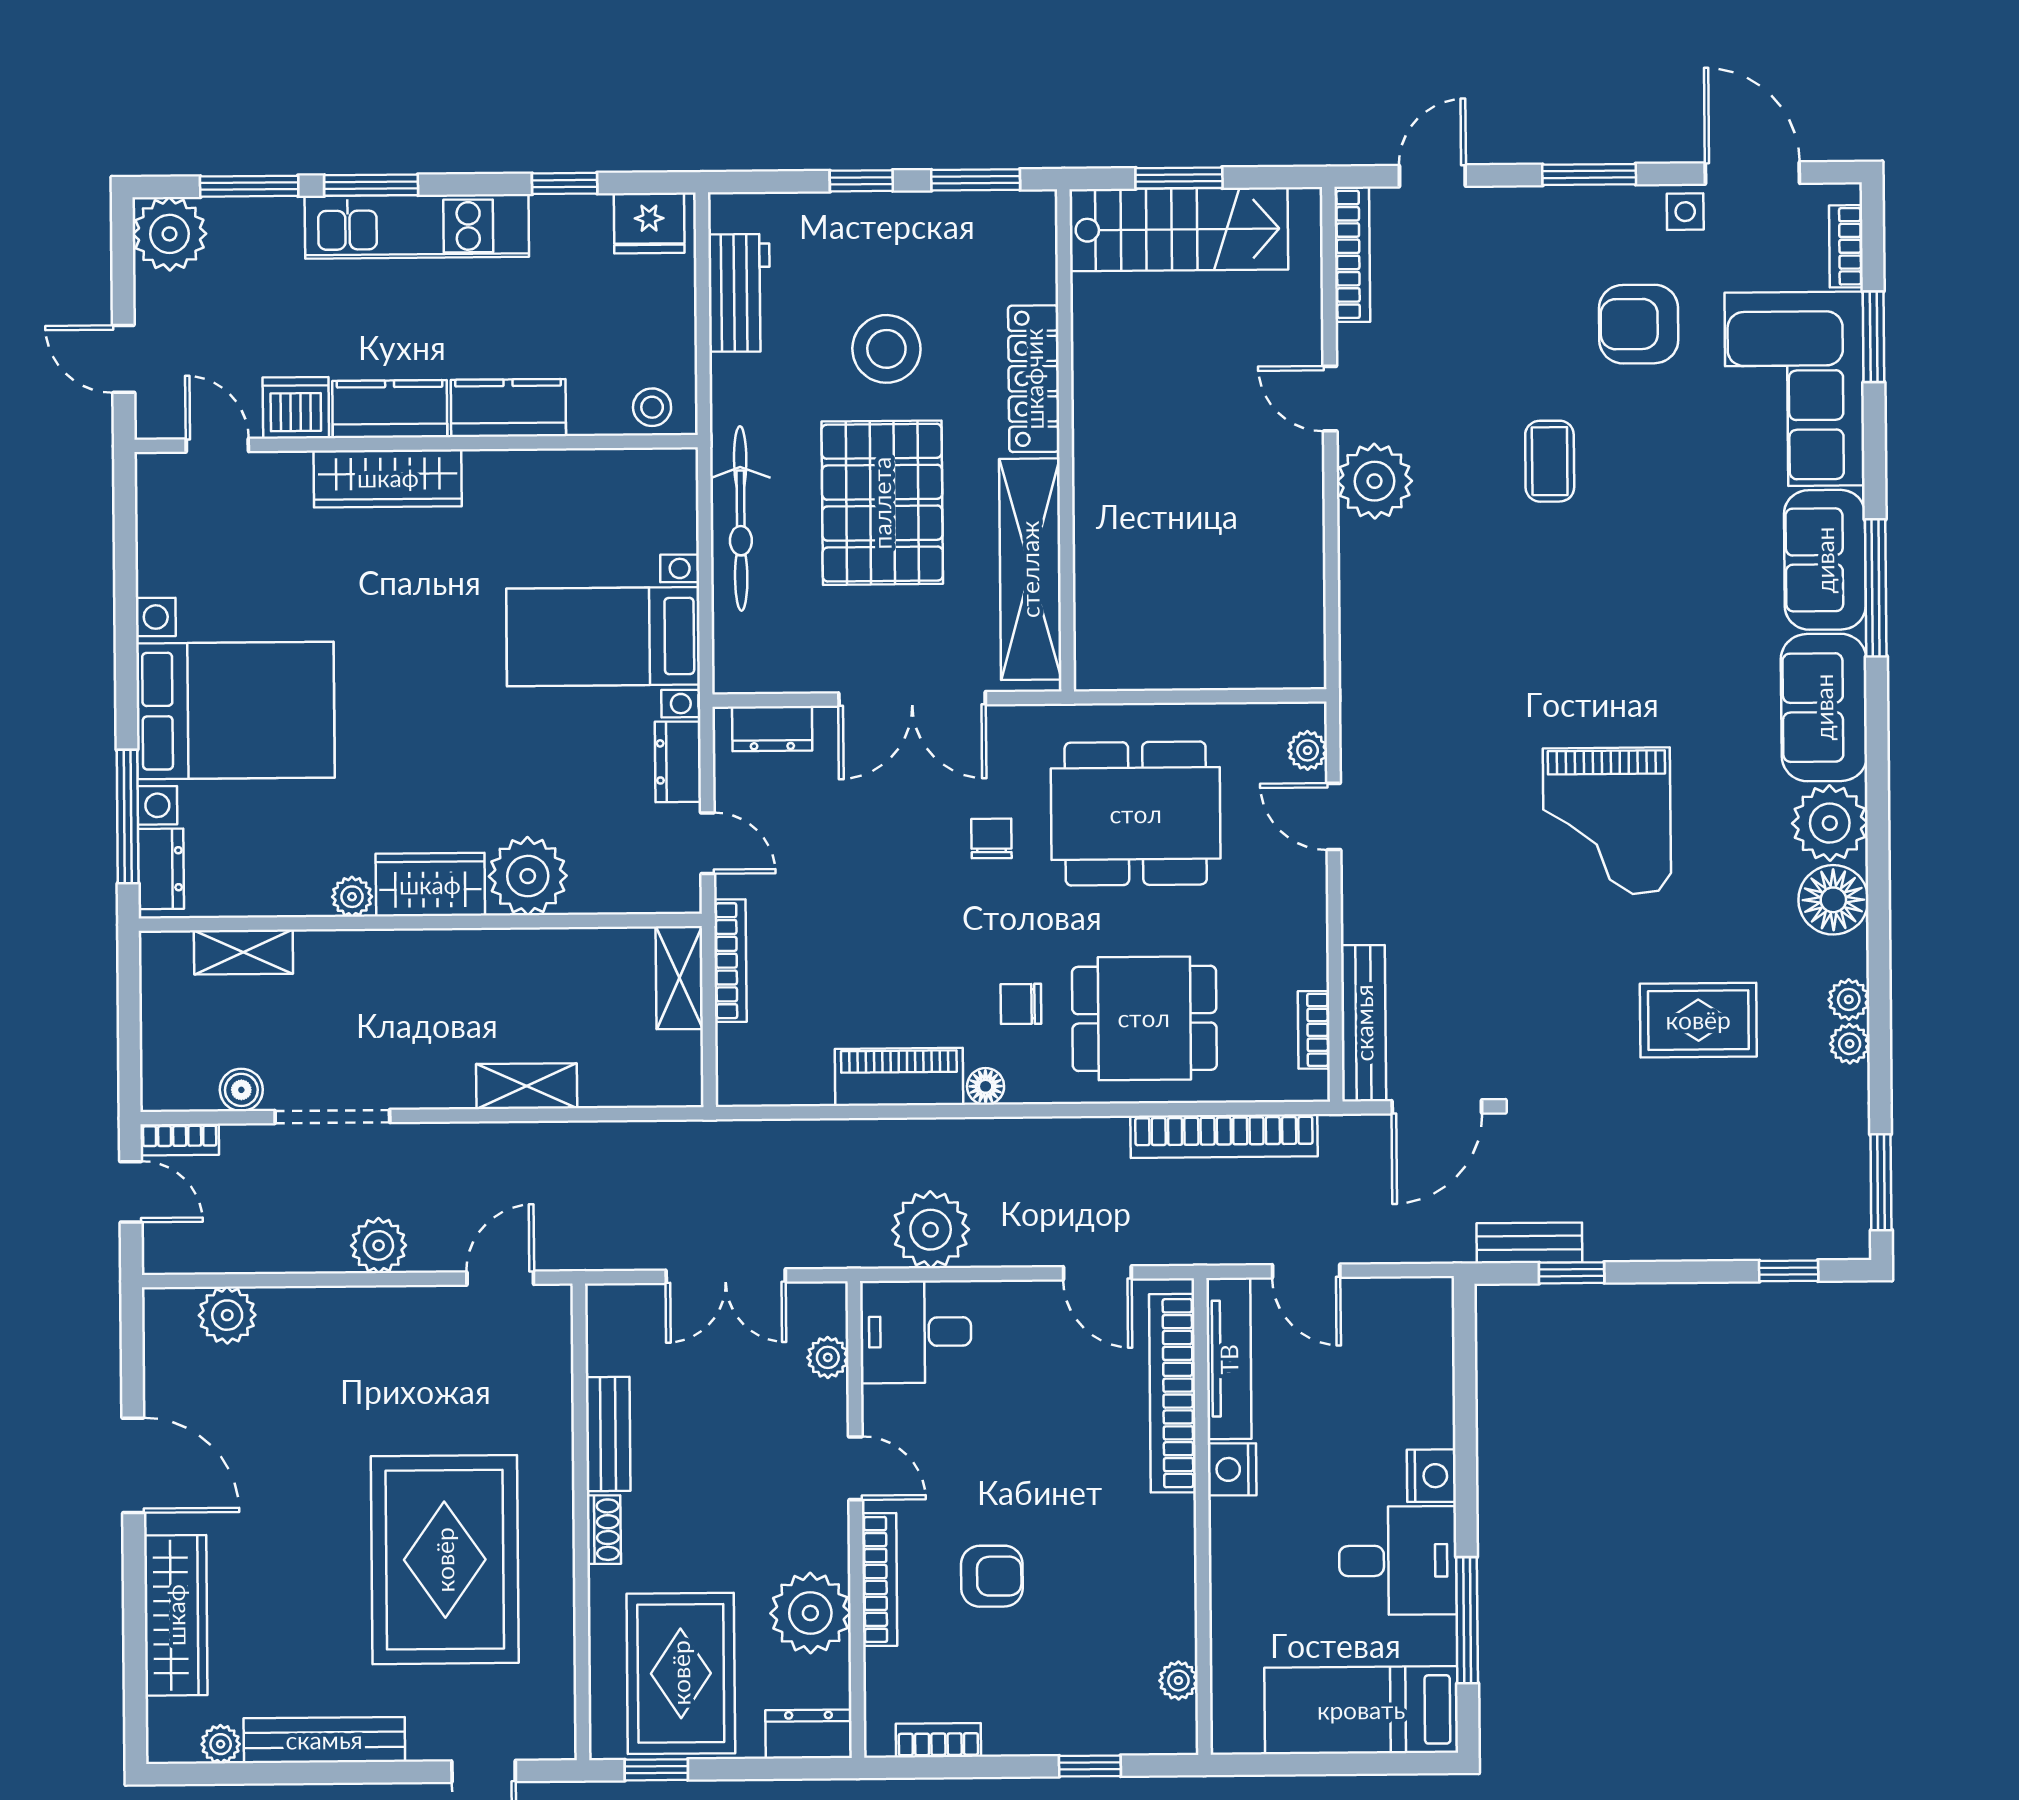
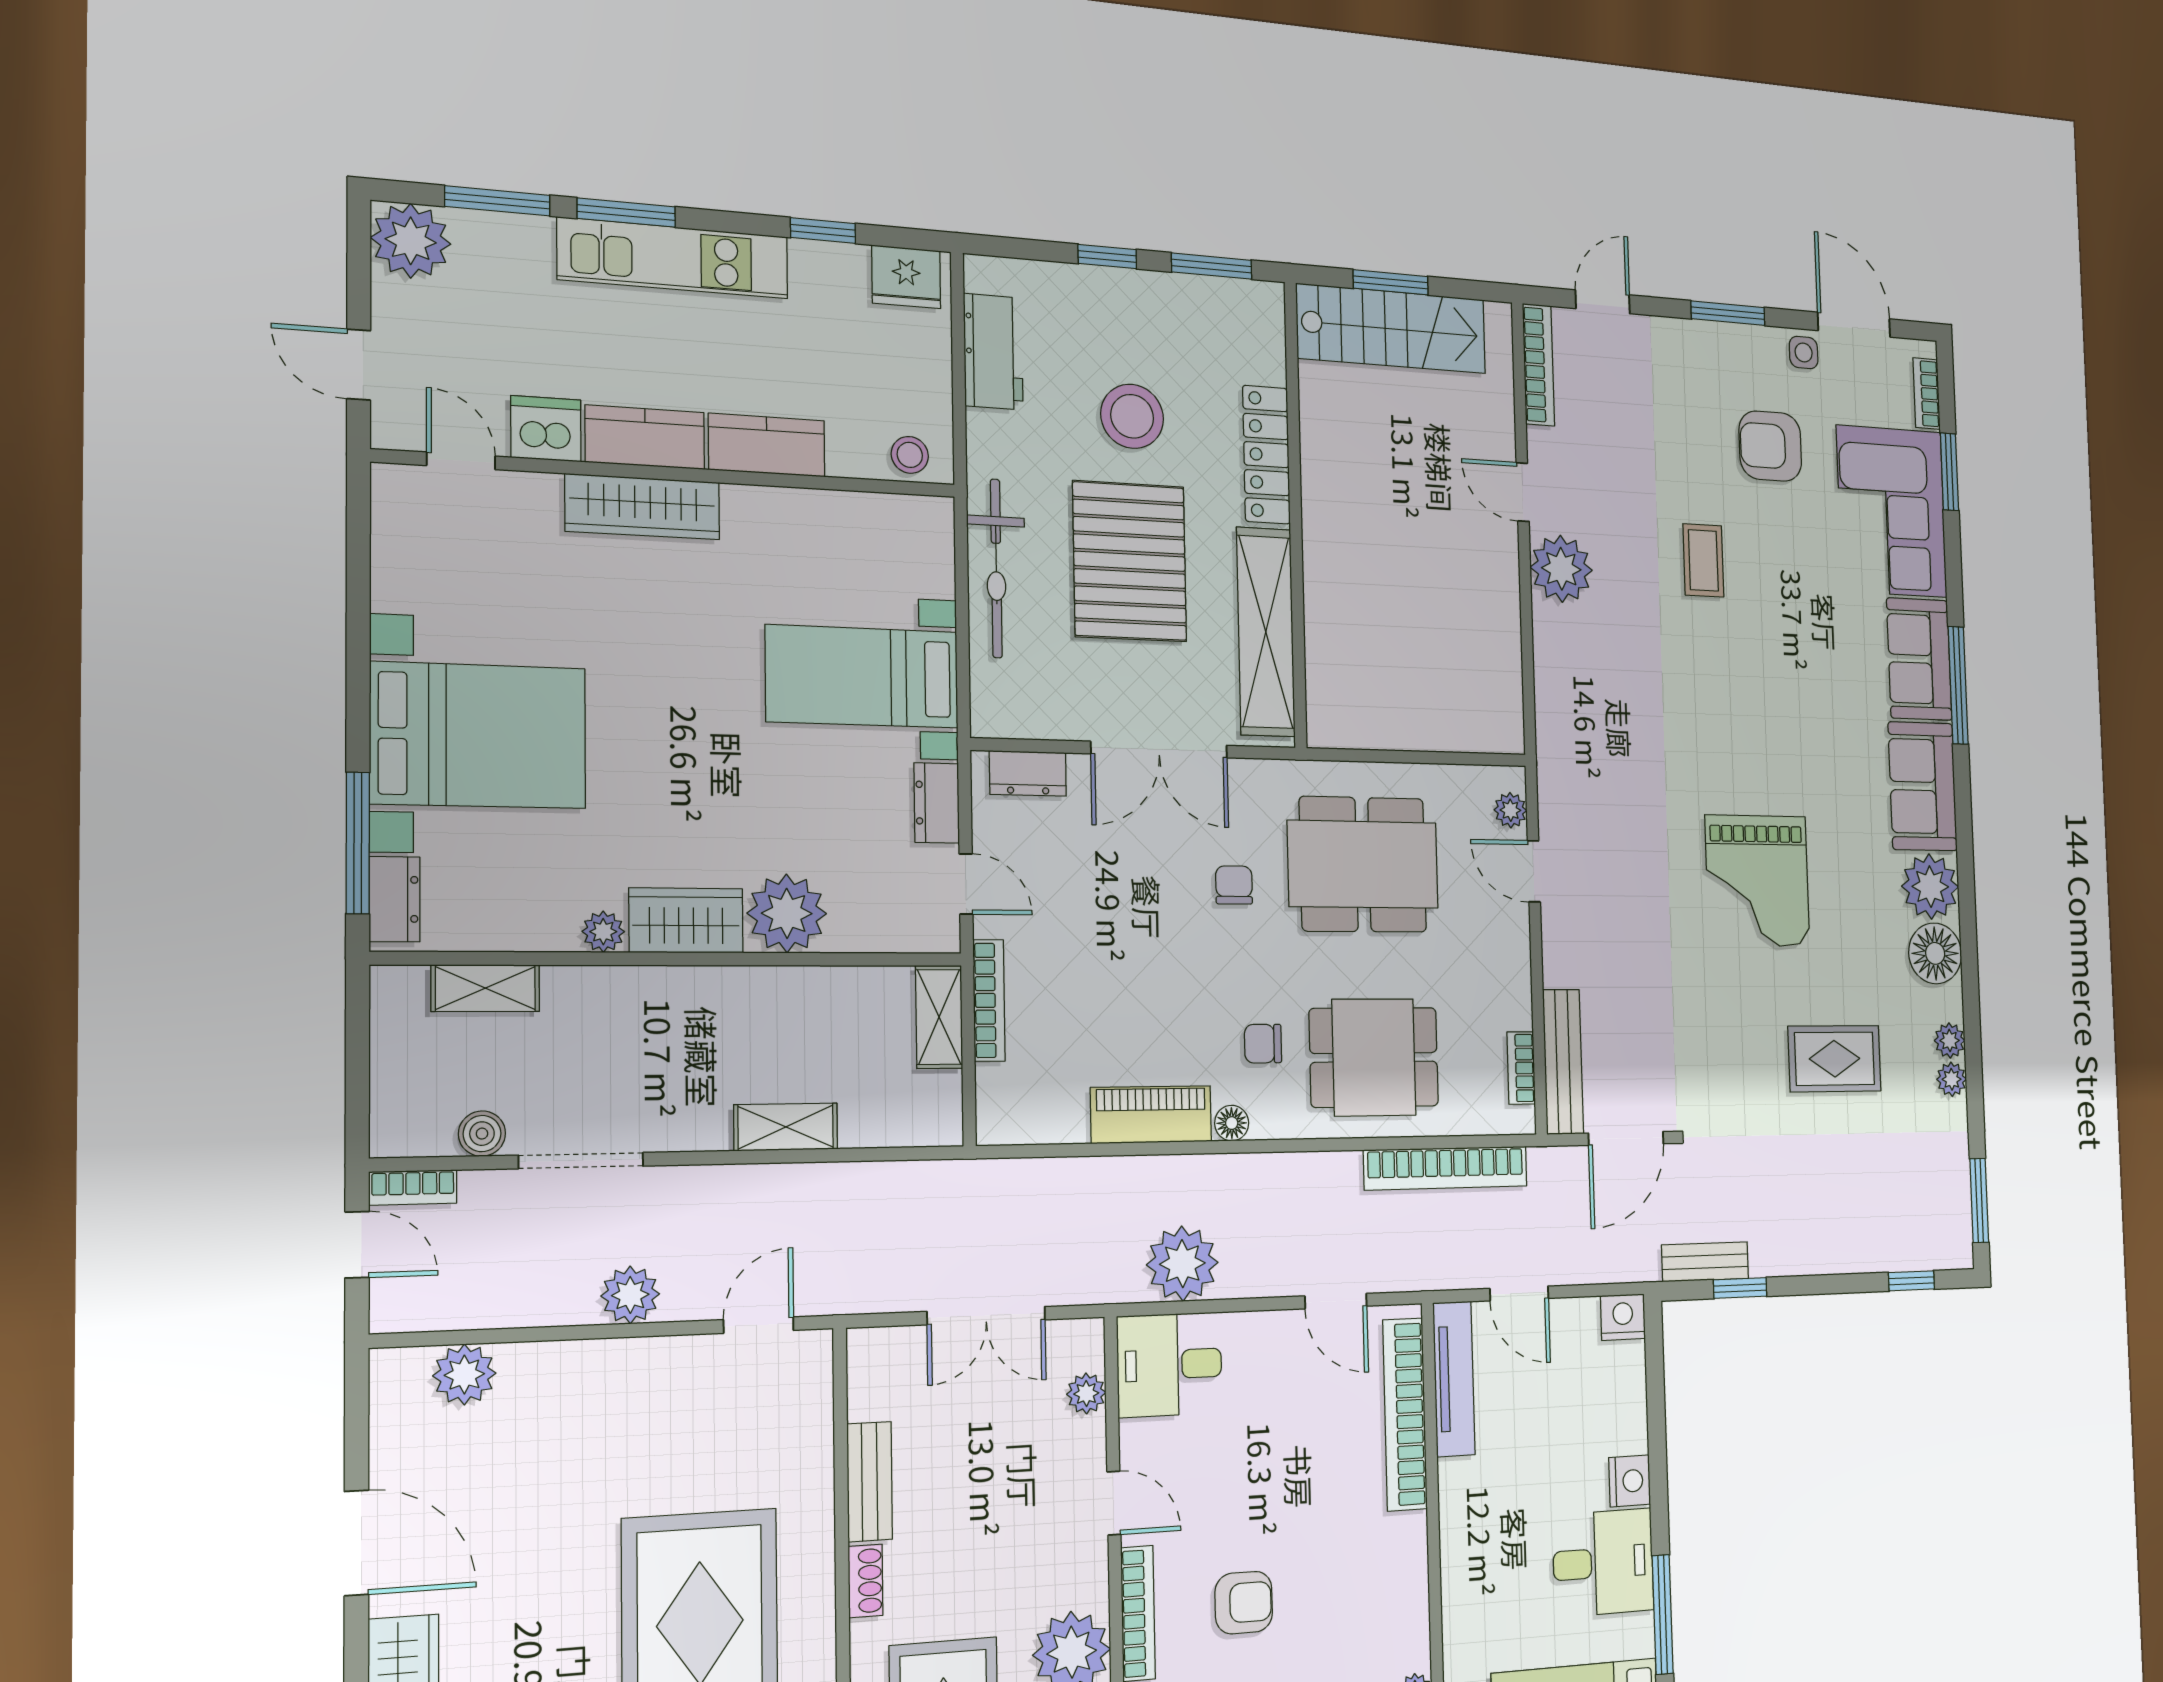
nightstand: (1232, 1469) -> (1623, 1317), moved, turned 90

